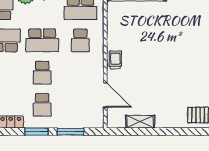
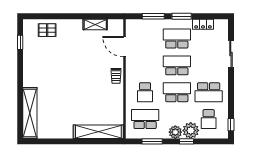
school desk: (80, 40) -> (145, 92), turned 180
school desk: (42, 73) -> (177, 65), width x1.85
school desk: (42, 105) -> (177, 39), width x1.85

